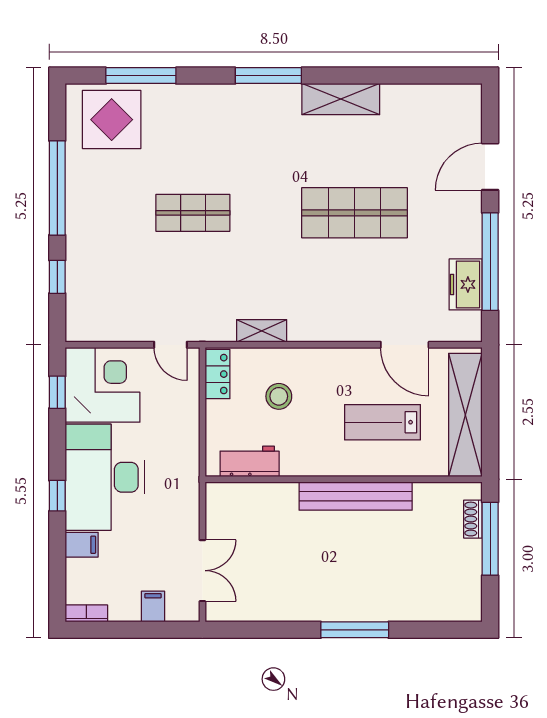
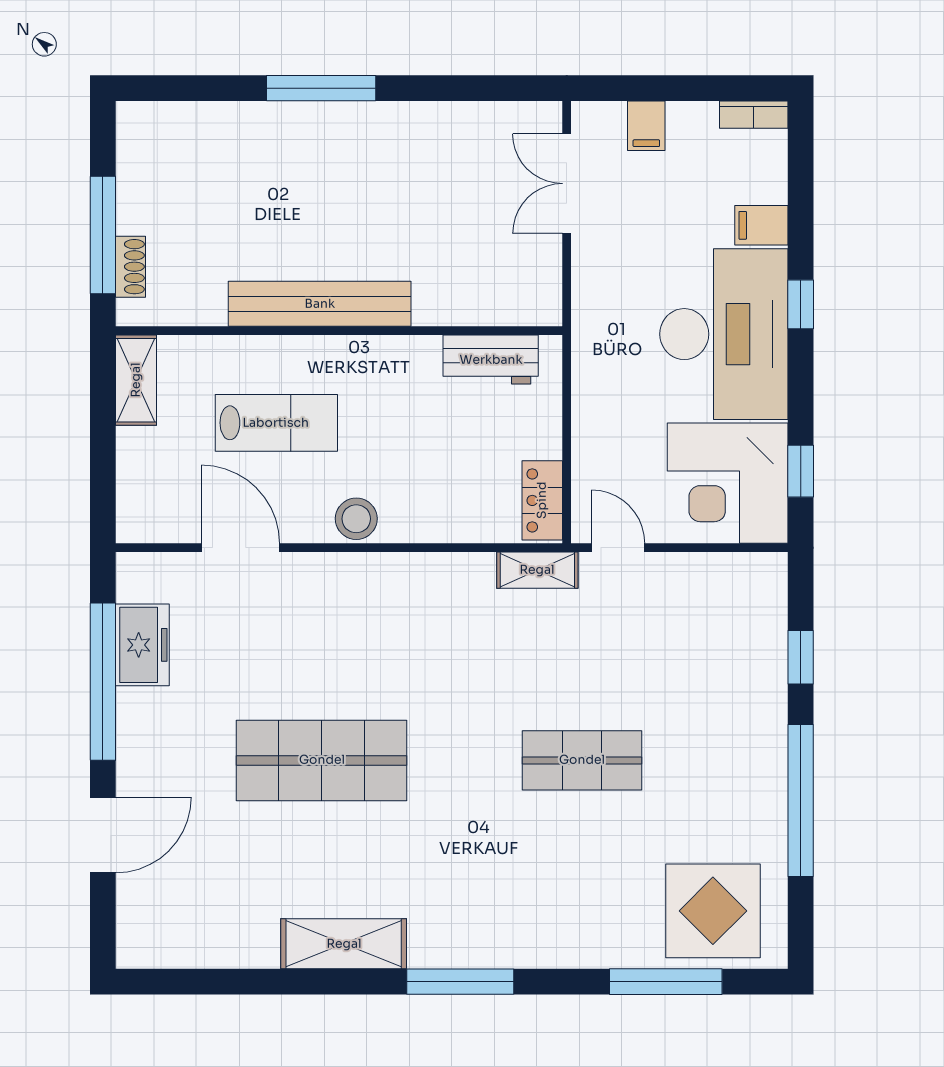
shelving: (262, 331) -> (537, 570), moved
stool: (279, 396) -> (356, 519), moved
shelving: (465, 415) -> (136, 380), width x0.45, depth x0.75

